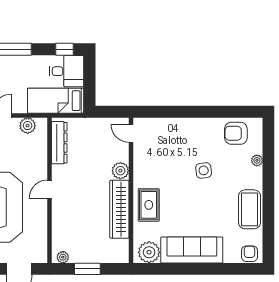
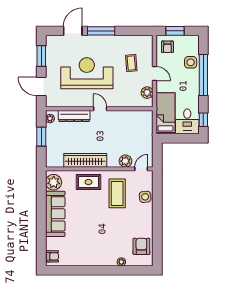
dresser: (59, 143) -> (74, 116), moved
side table: (204, 170) -> (145, 197), moved
plant: (120, 171) -> (125, 161), moved
coffee table: (250, 209) -> (117, 193), moved, turned 90

